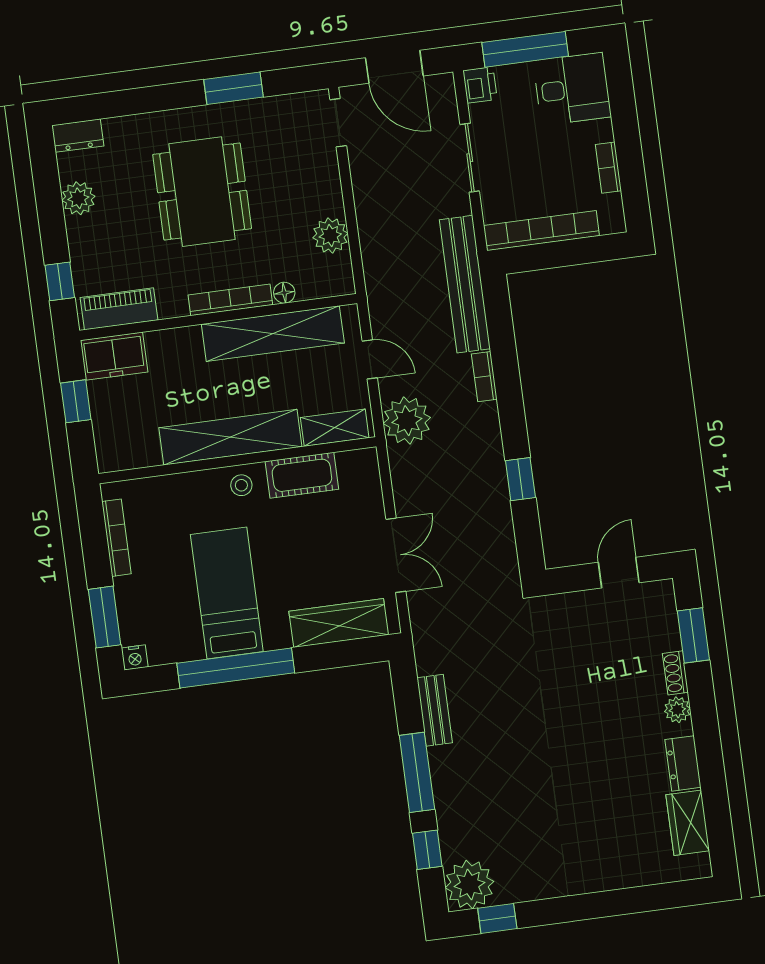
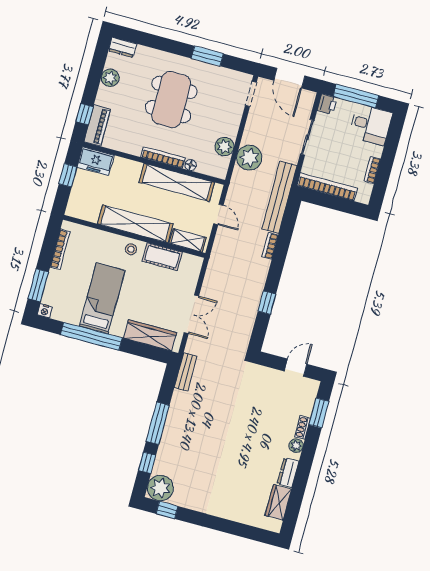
piano: (119, 309) -> (97, 125), moved, turned 90
plant: (407, 421) -> (249, 158), moved
bench: (435, 710) -> (186, 372), moved

